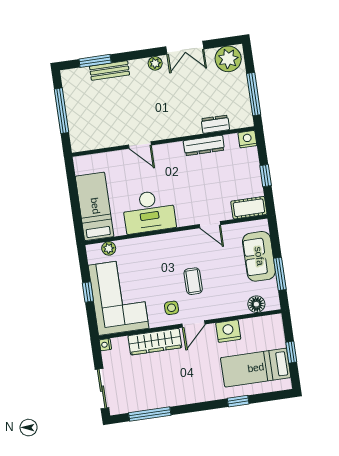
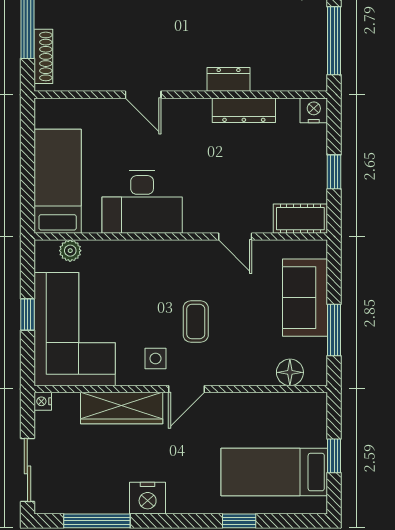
dresser: (215, 124) -> (229, 79), moved
shoe rack: (74, 130) -> (43, 56), added
nightstand: (228, 331) -> (148, 498), moved, turned 180

